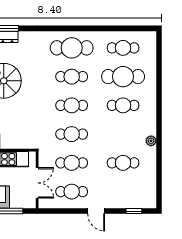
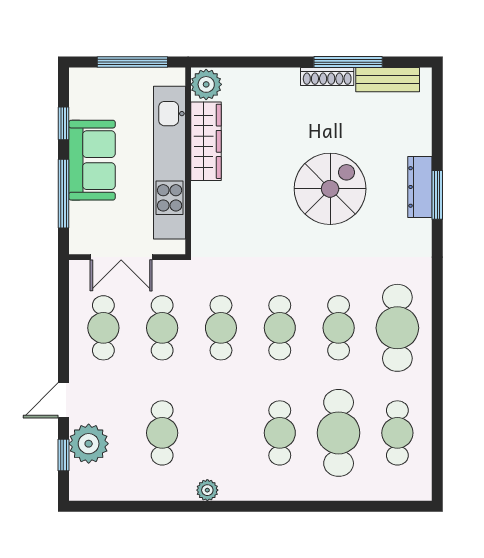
plant: (128, 199) -> (89, 444), added
door: (96, 211) -> (63, 400), moved

